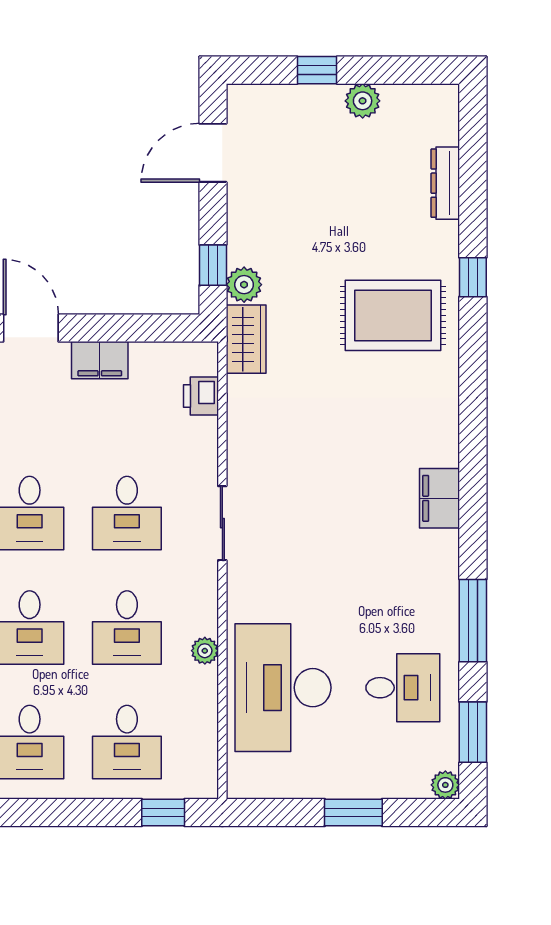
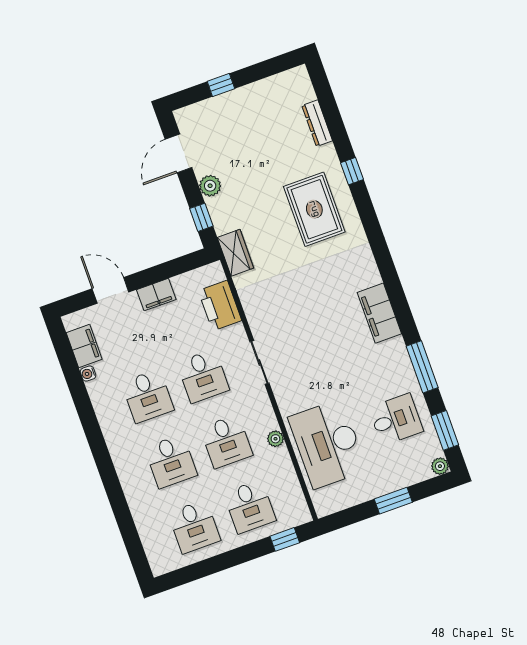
plant: (363, 101) -> (253, 93), removed
plant: (244, 285) -> (210, 186), moved
rug: (393, 315) -> (314, 209), turned 90
printer: (201, 396) -> (220, 306), width x1.87, depth x1.48
filing cabinet: (440, 498) -> (379, 313), width x1.50, depth x1.17

